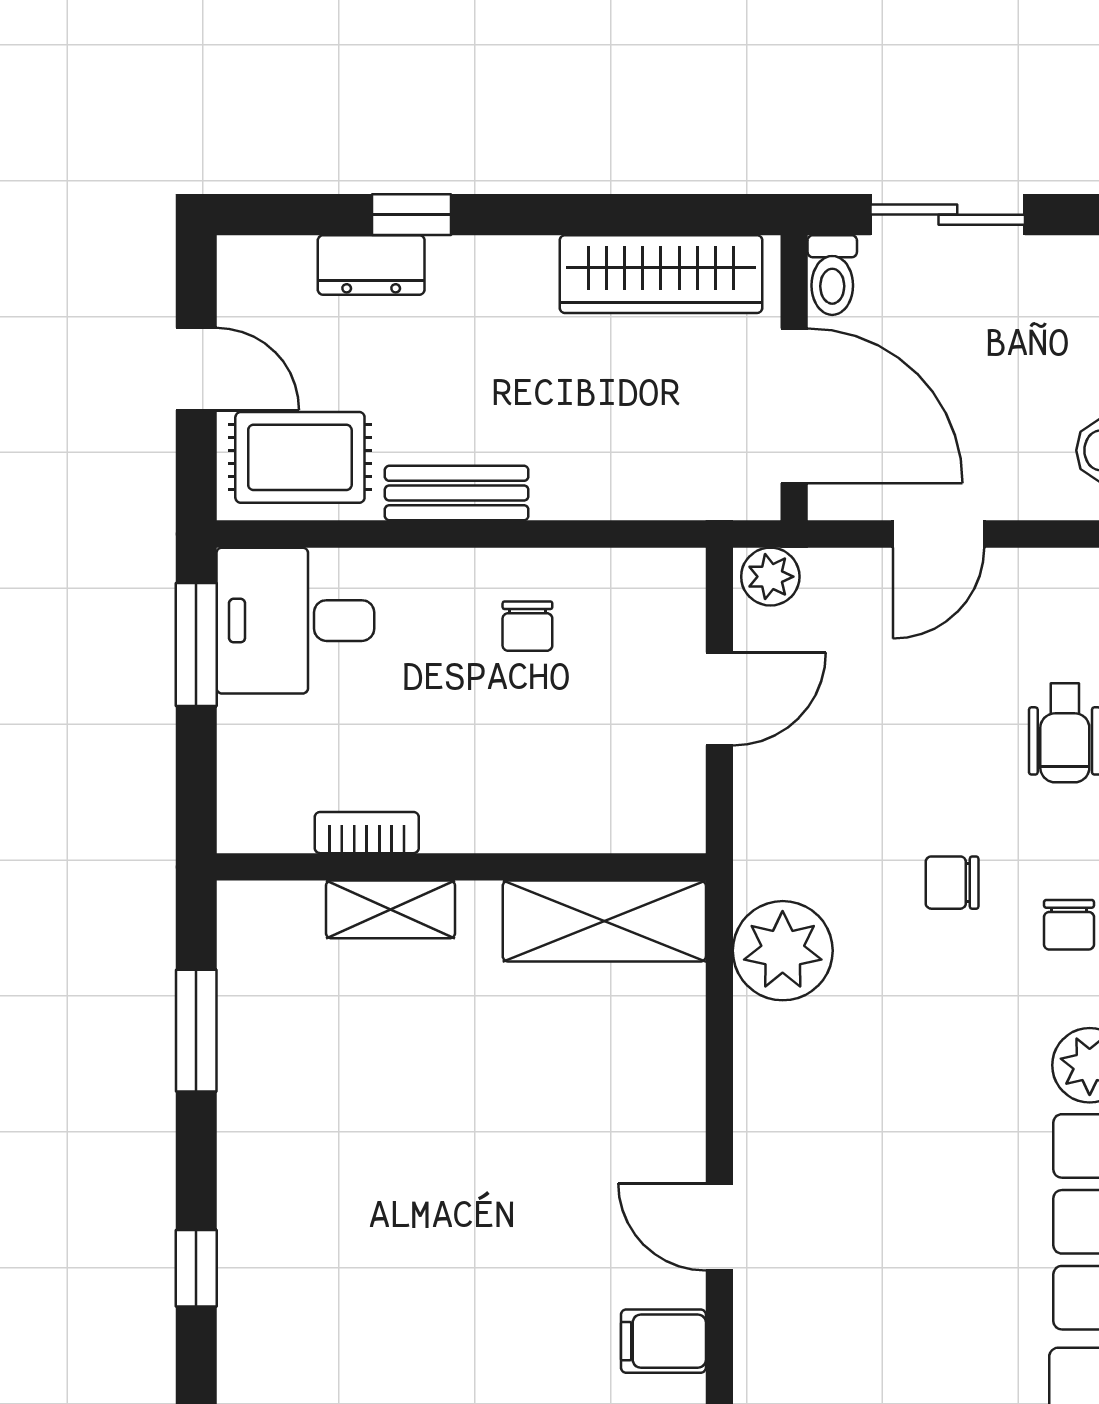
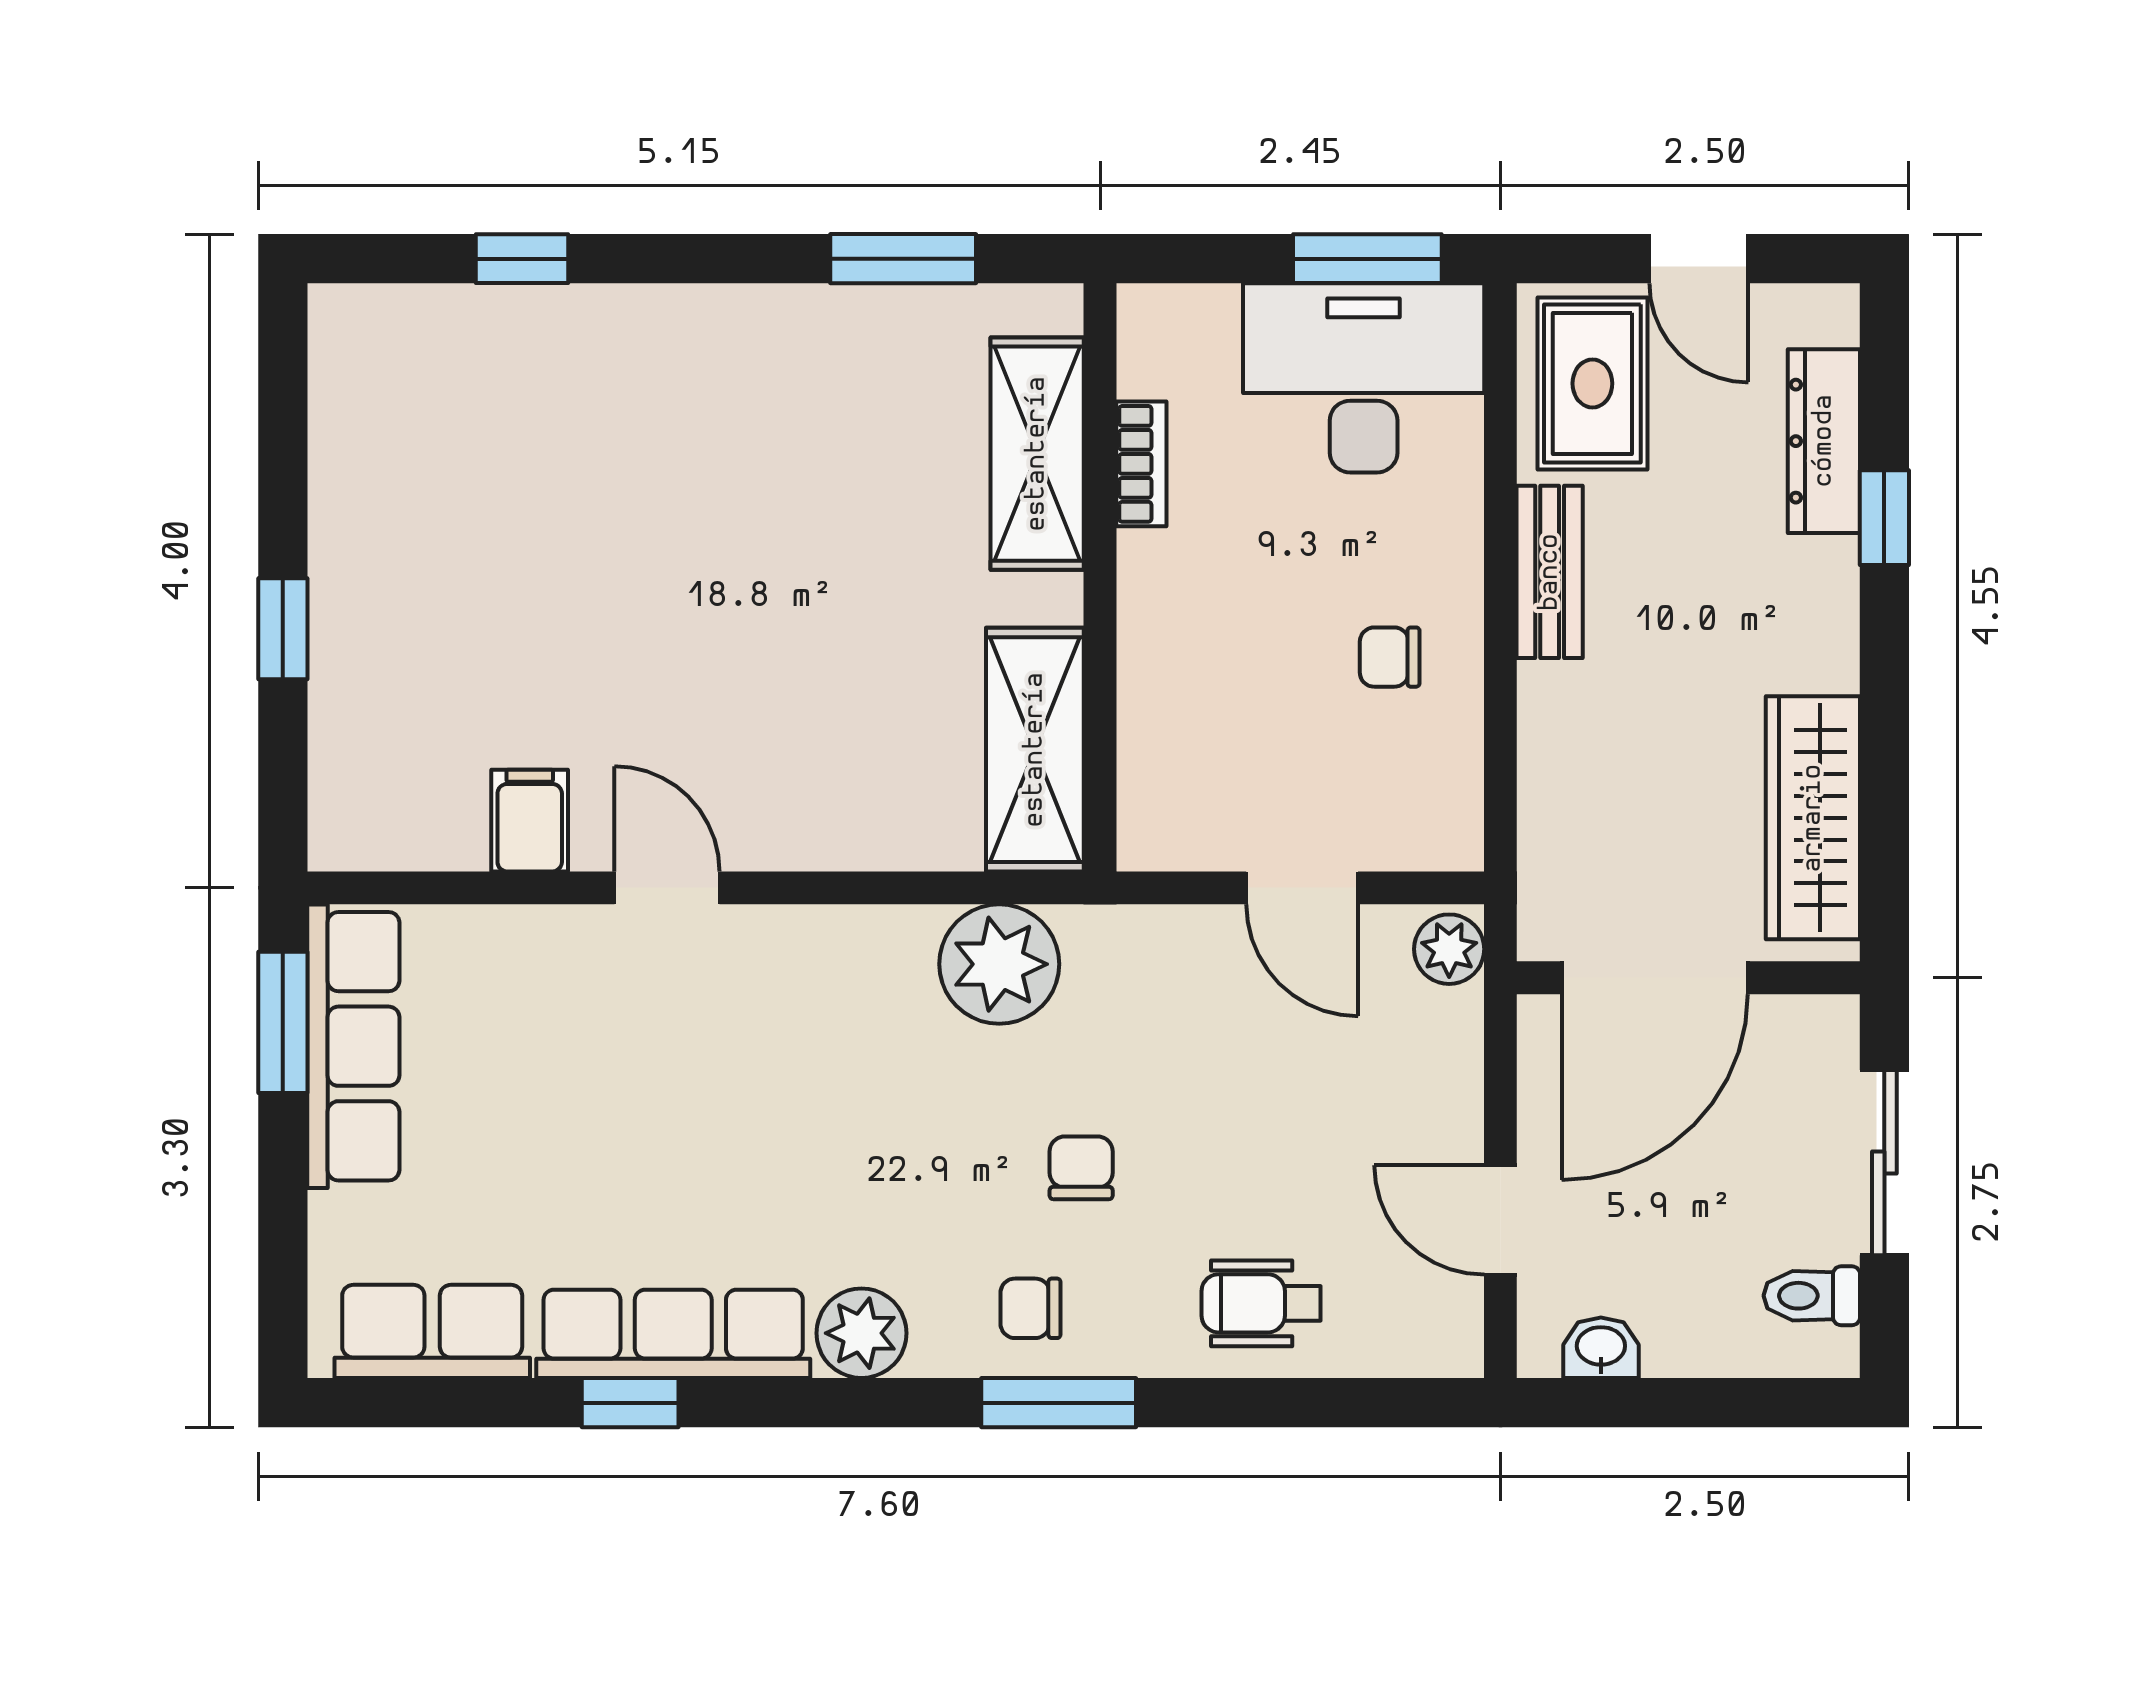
dresser: (371, 265) -> (1824, 441), width x1.44
toilet: (832, 275) -> (1812, 1296), moved
door: (196, 369) -> (1699, 259), hinge flipped
door: (938, 534) -> (1500, 1220), moved
desk: (295, 621) -> (1364, 378), width x1.37
shelving: (390, 909) -> (1037, 454), width x1.50, depth x1.33
door: (719, 1227) -> (667, 888), hinge flipped
window: (196, 1268) -> (522, 259), moved

